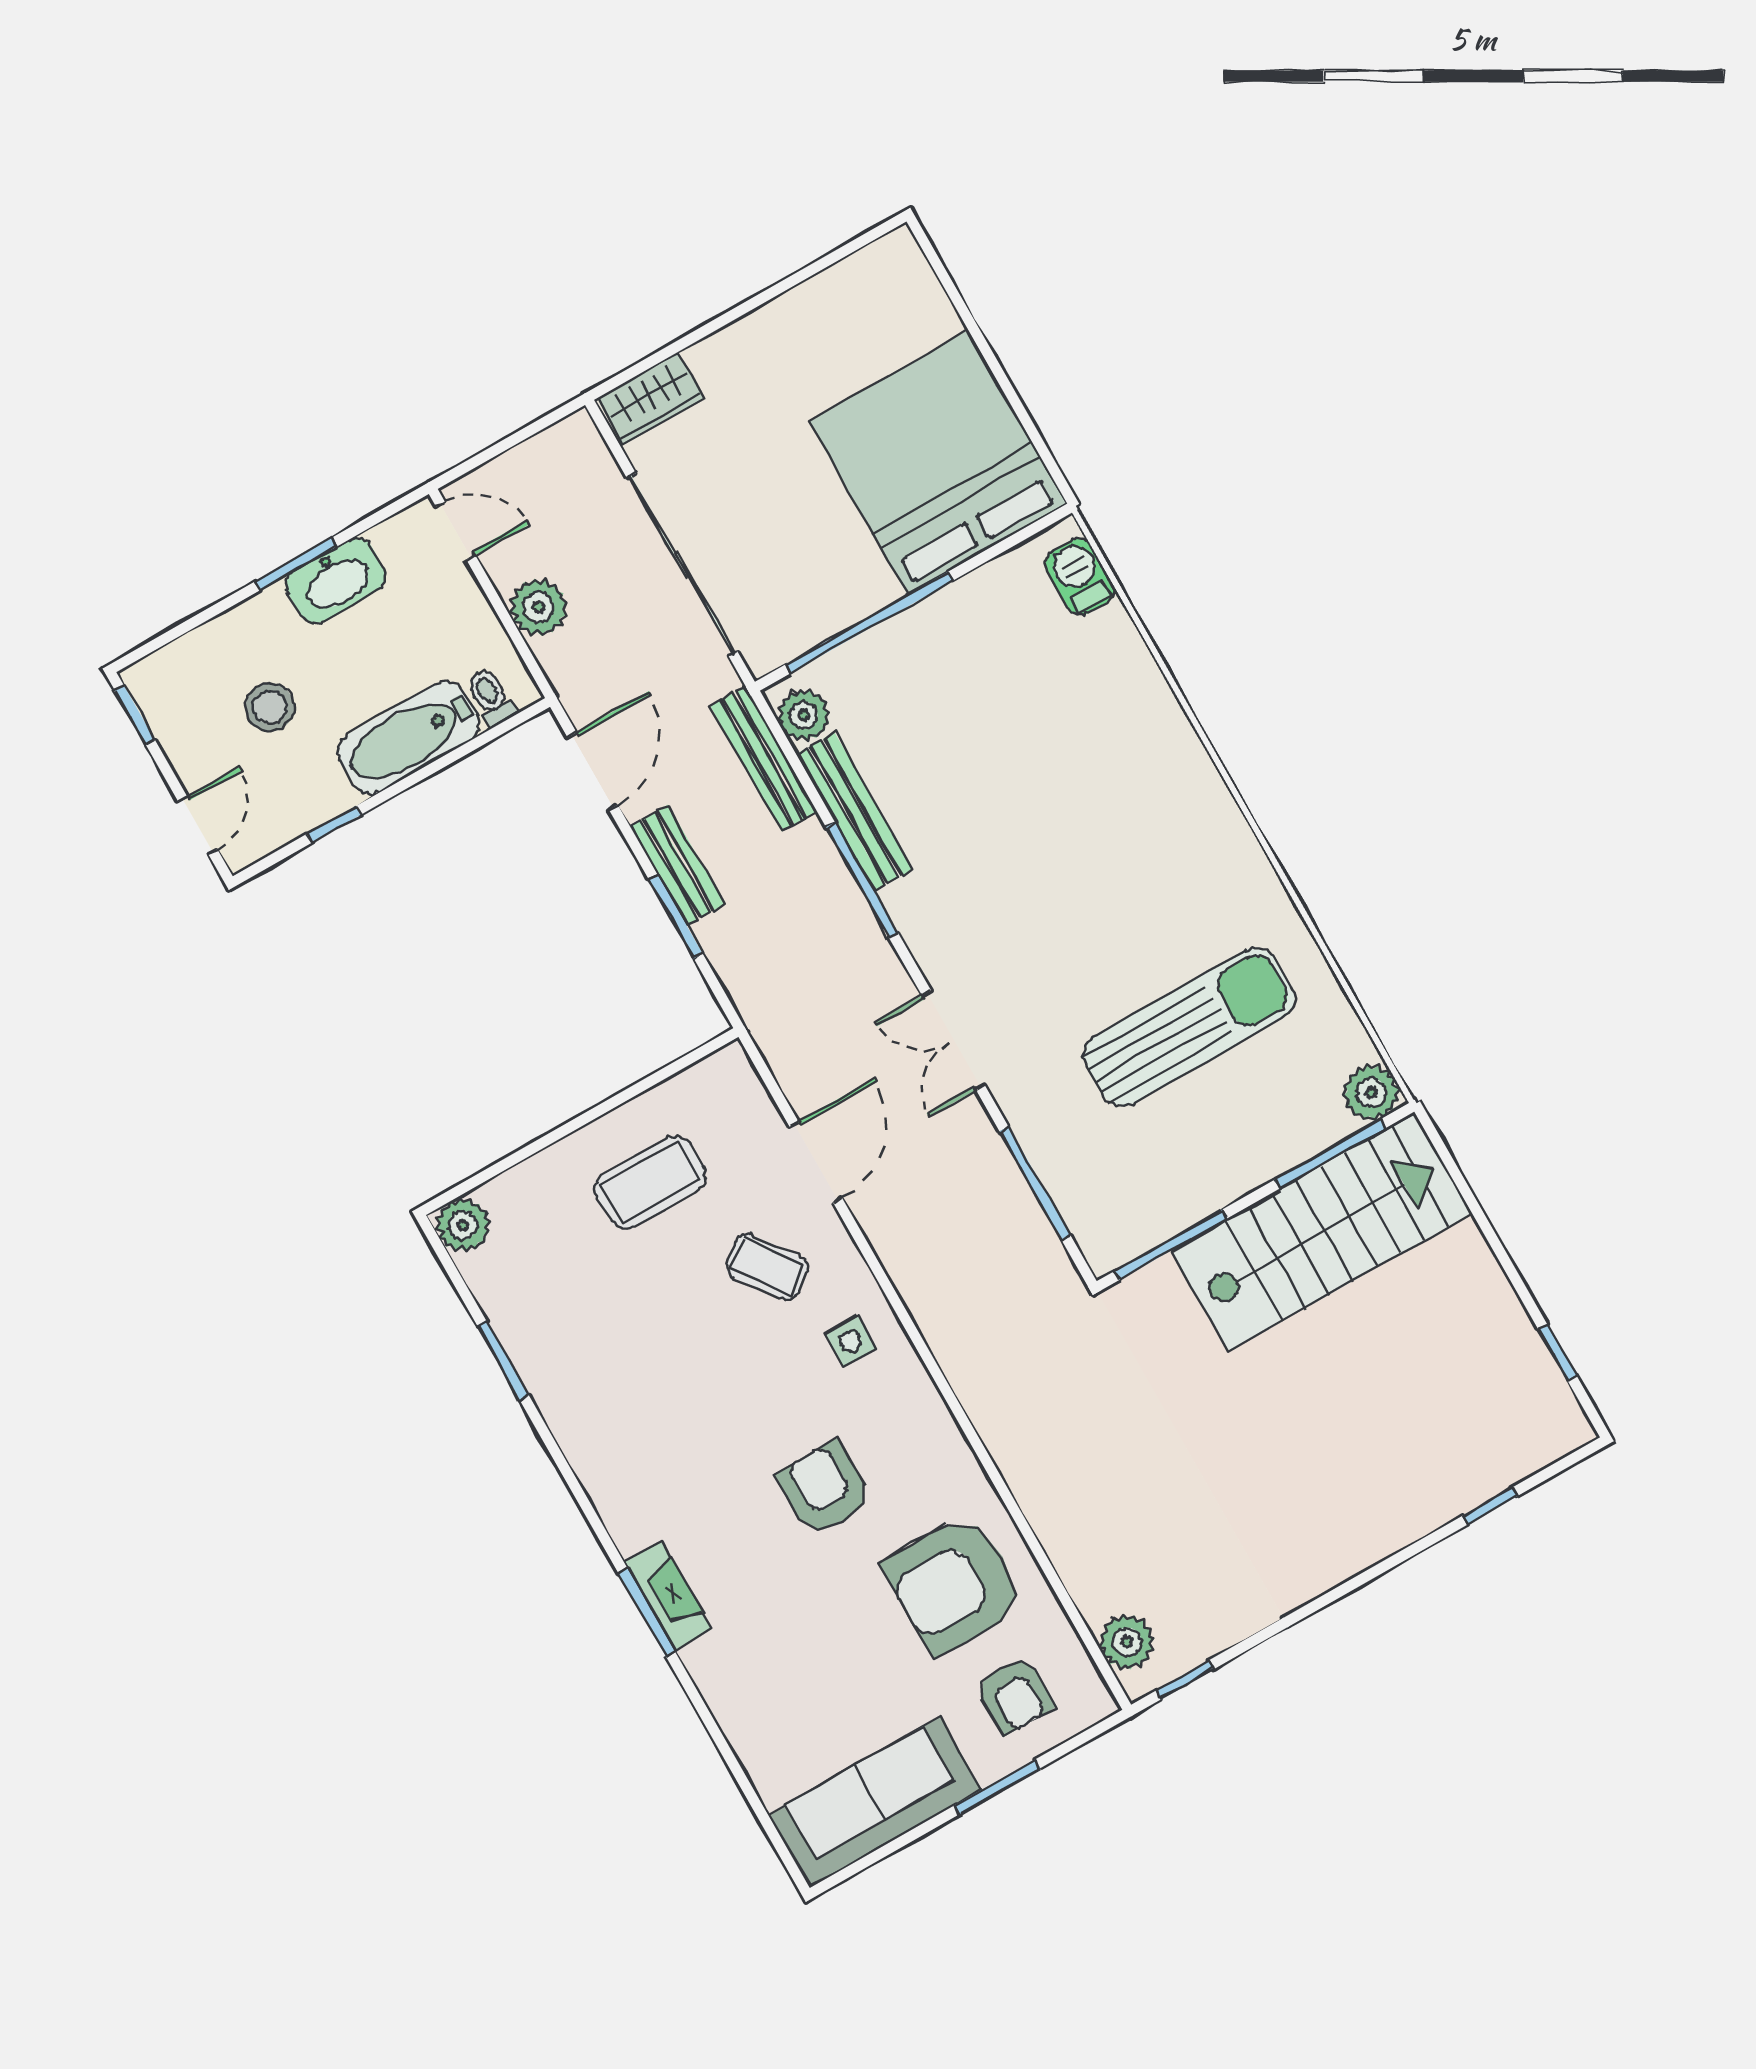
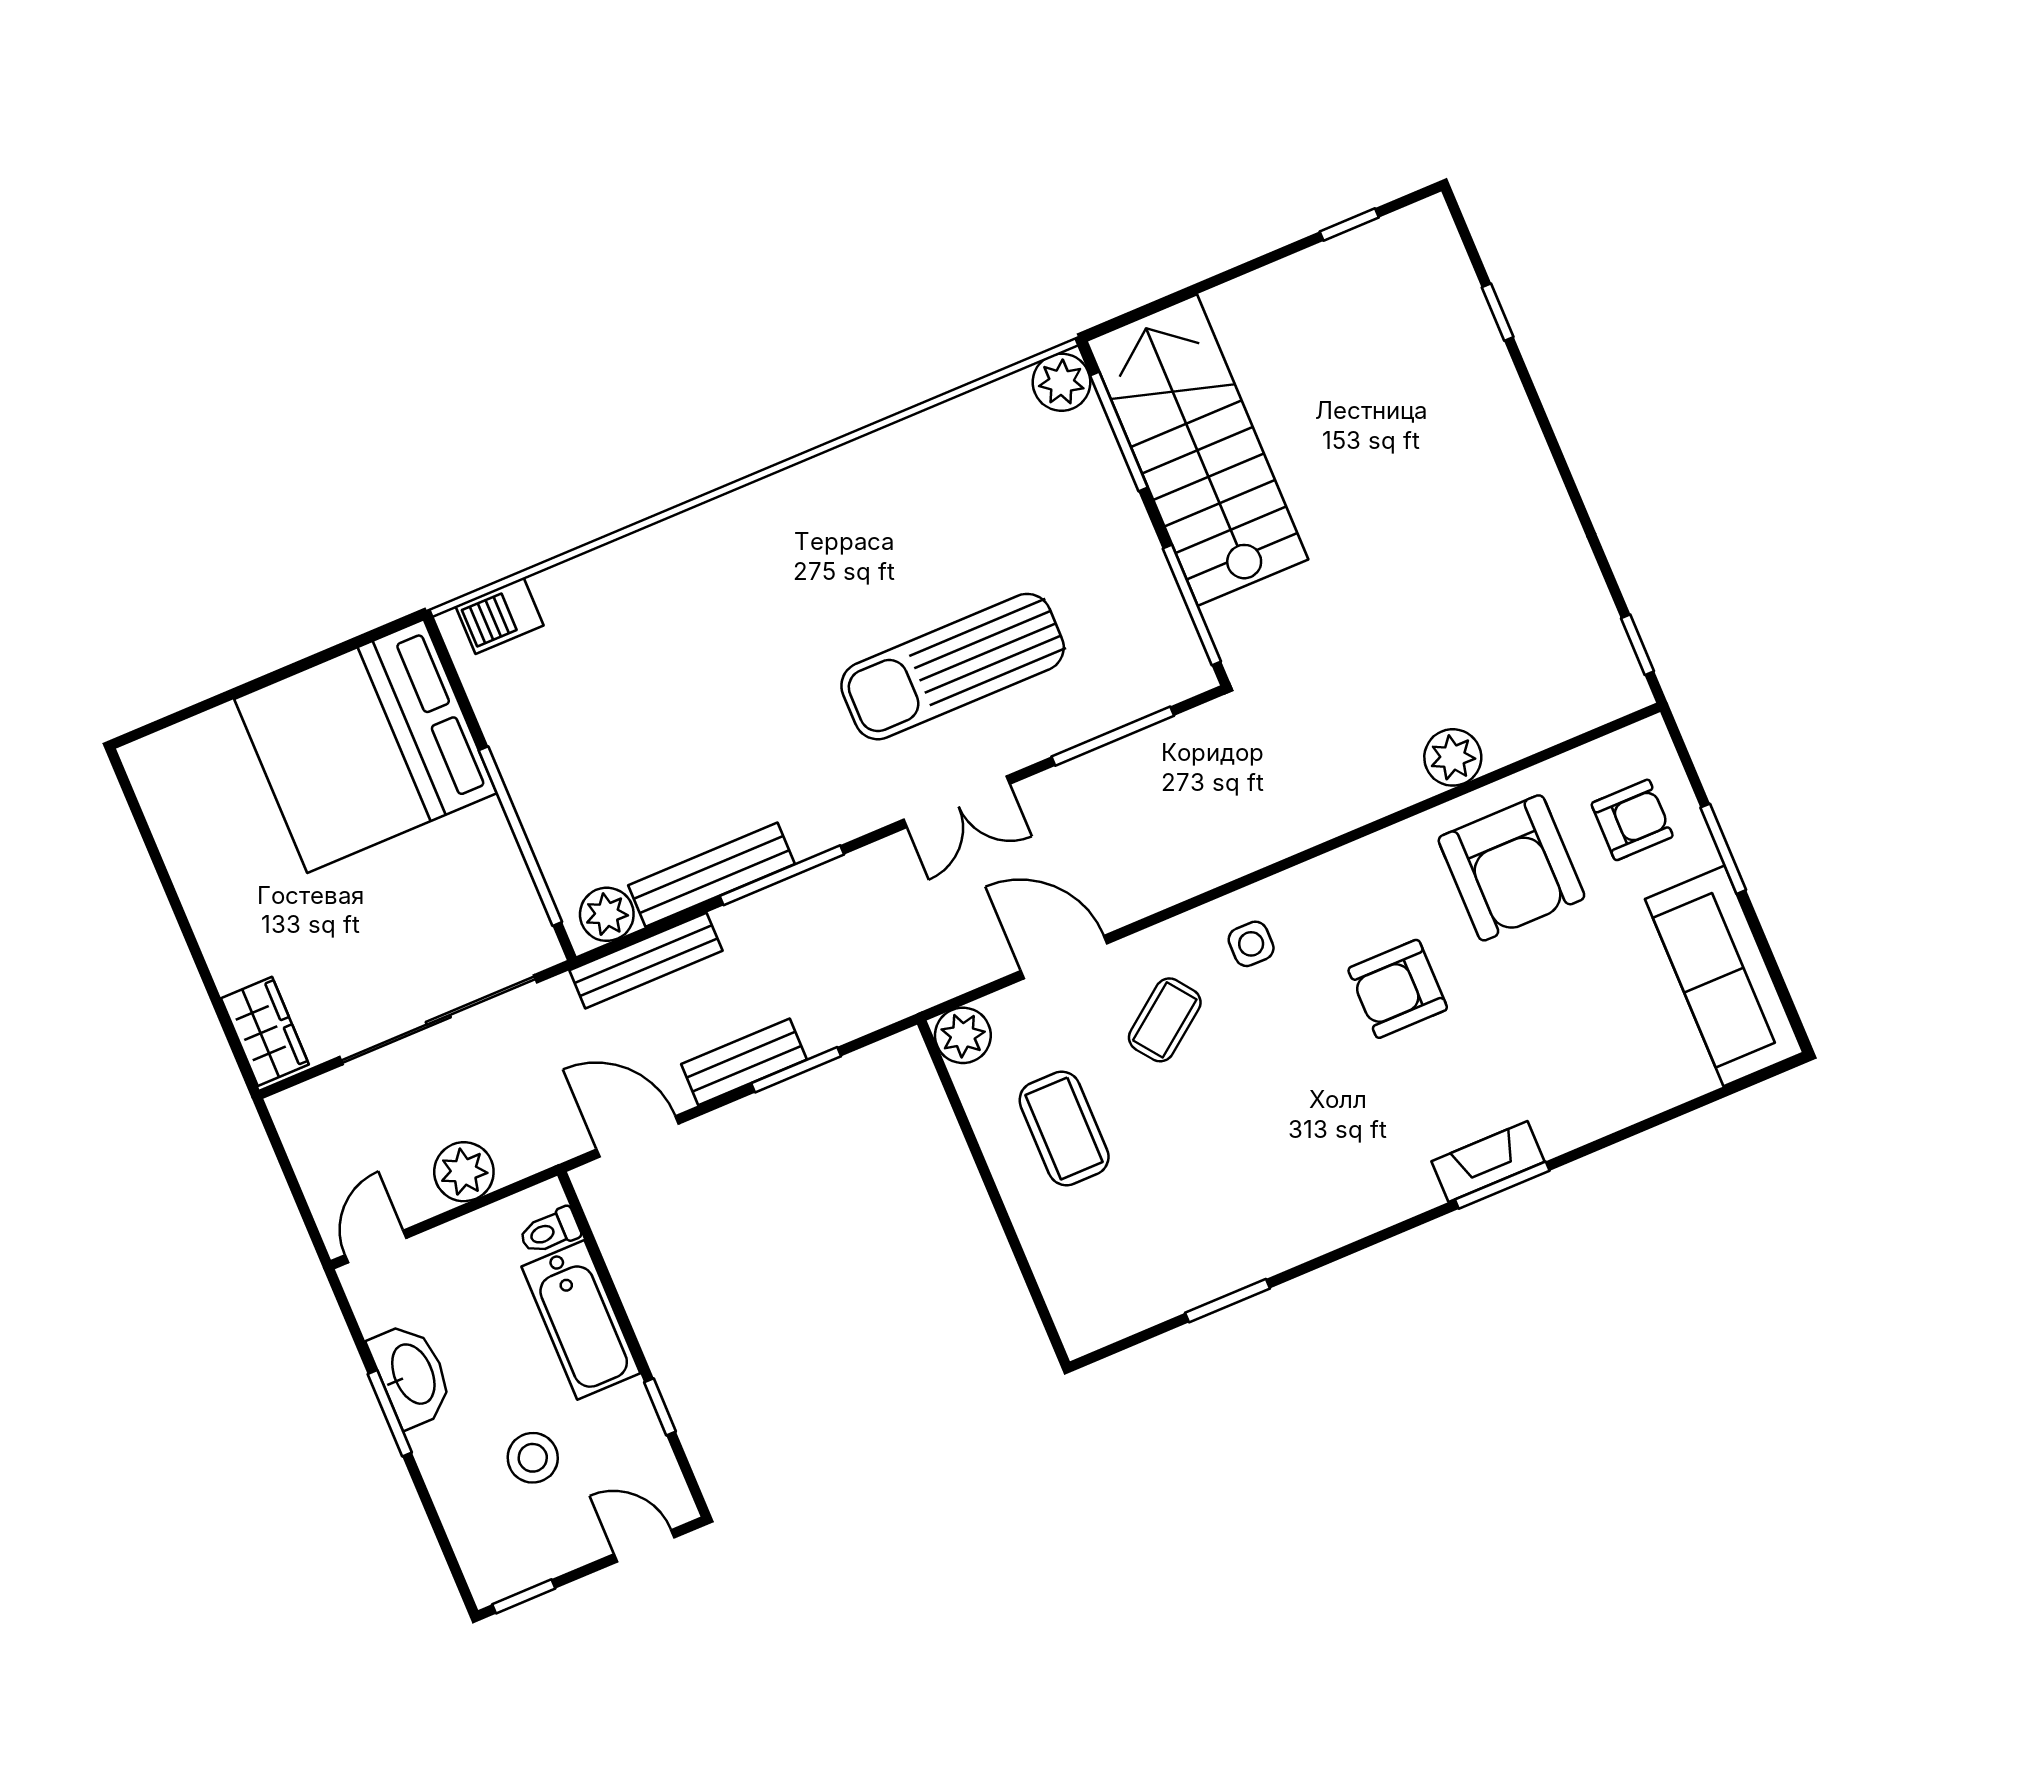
sun lounger: (1189, 1027) -> (953, 667), moved, turned -90
plant: (463, 1225) -> (963, 1035), moved
plant: (1127, 1642) -> (1453, 757), moved

